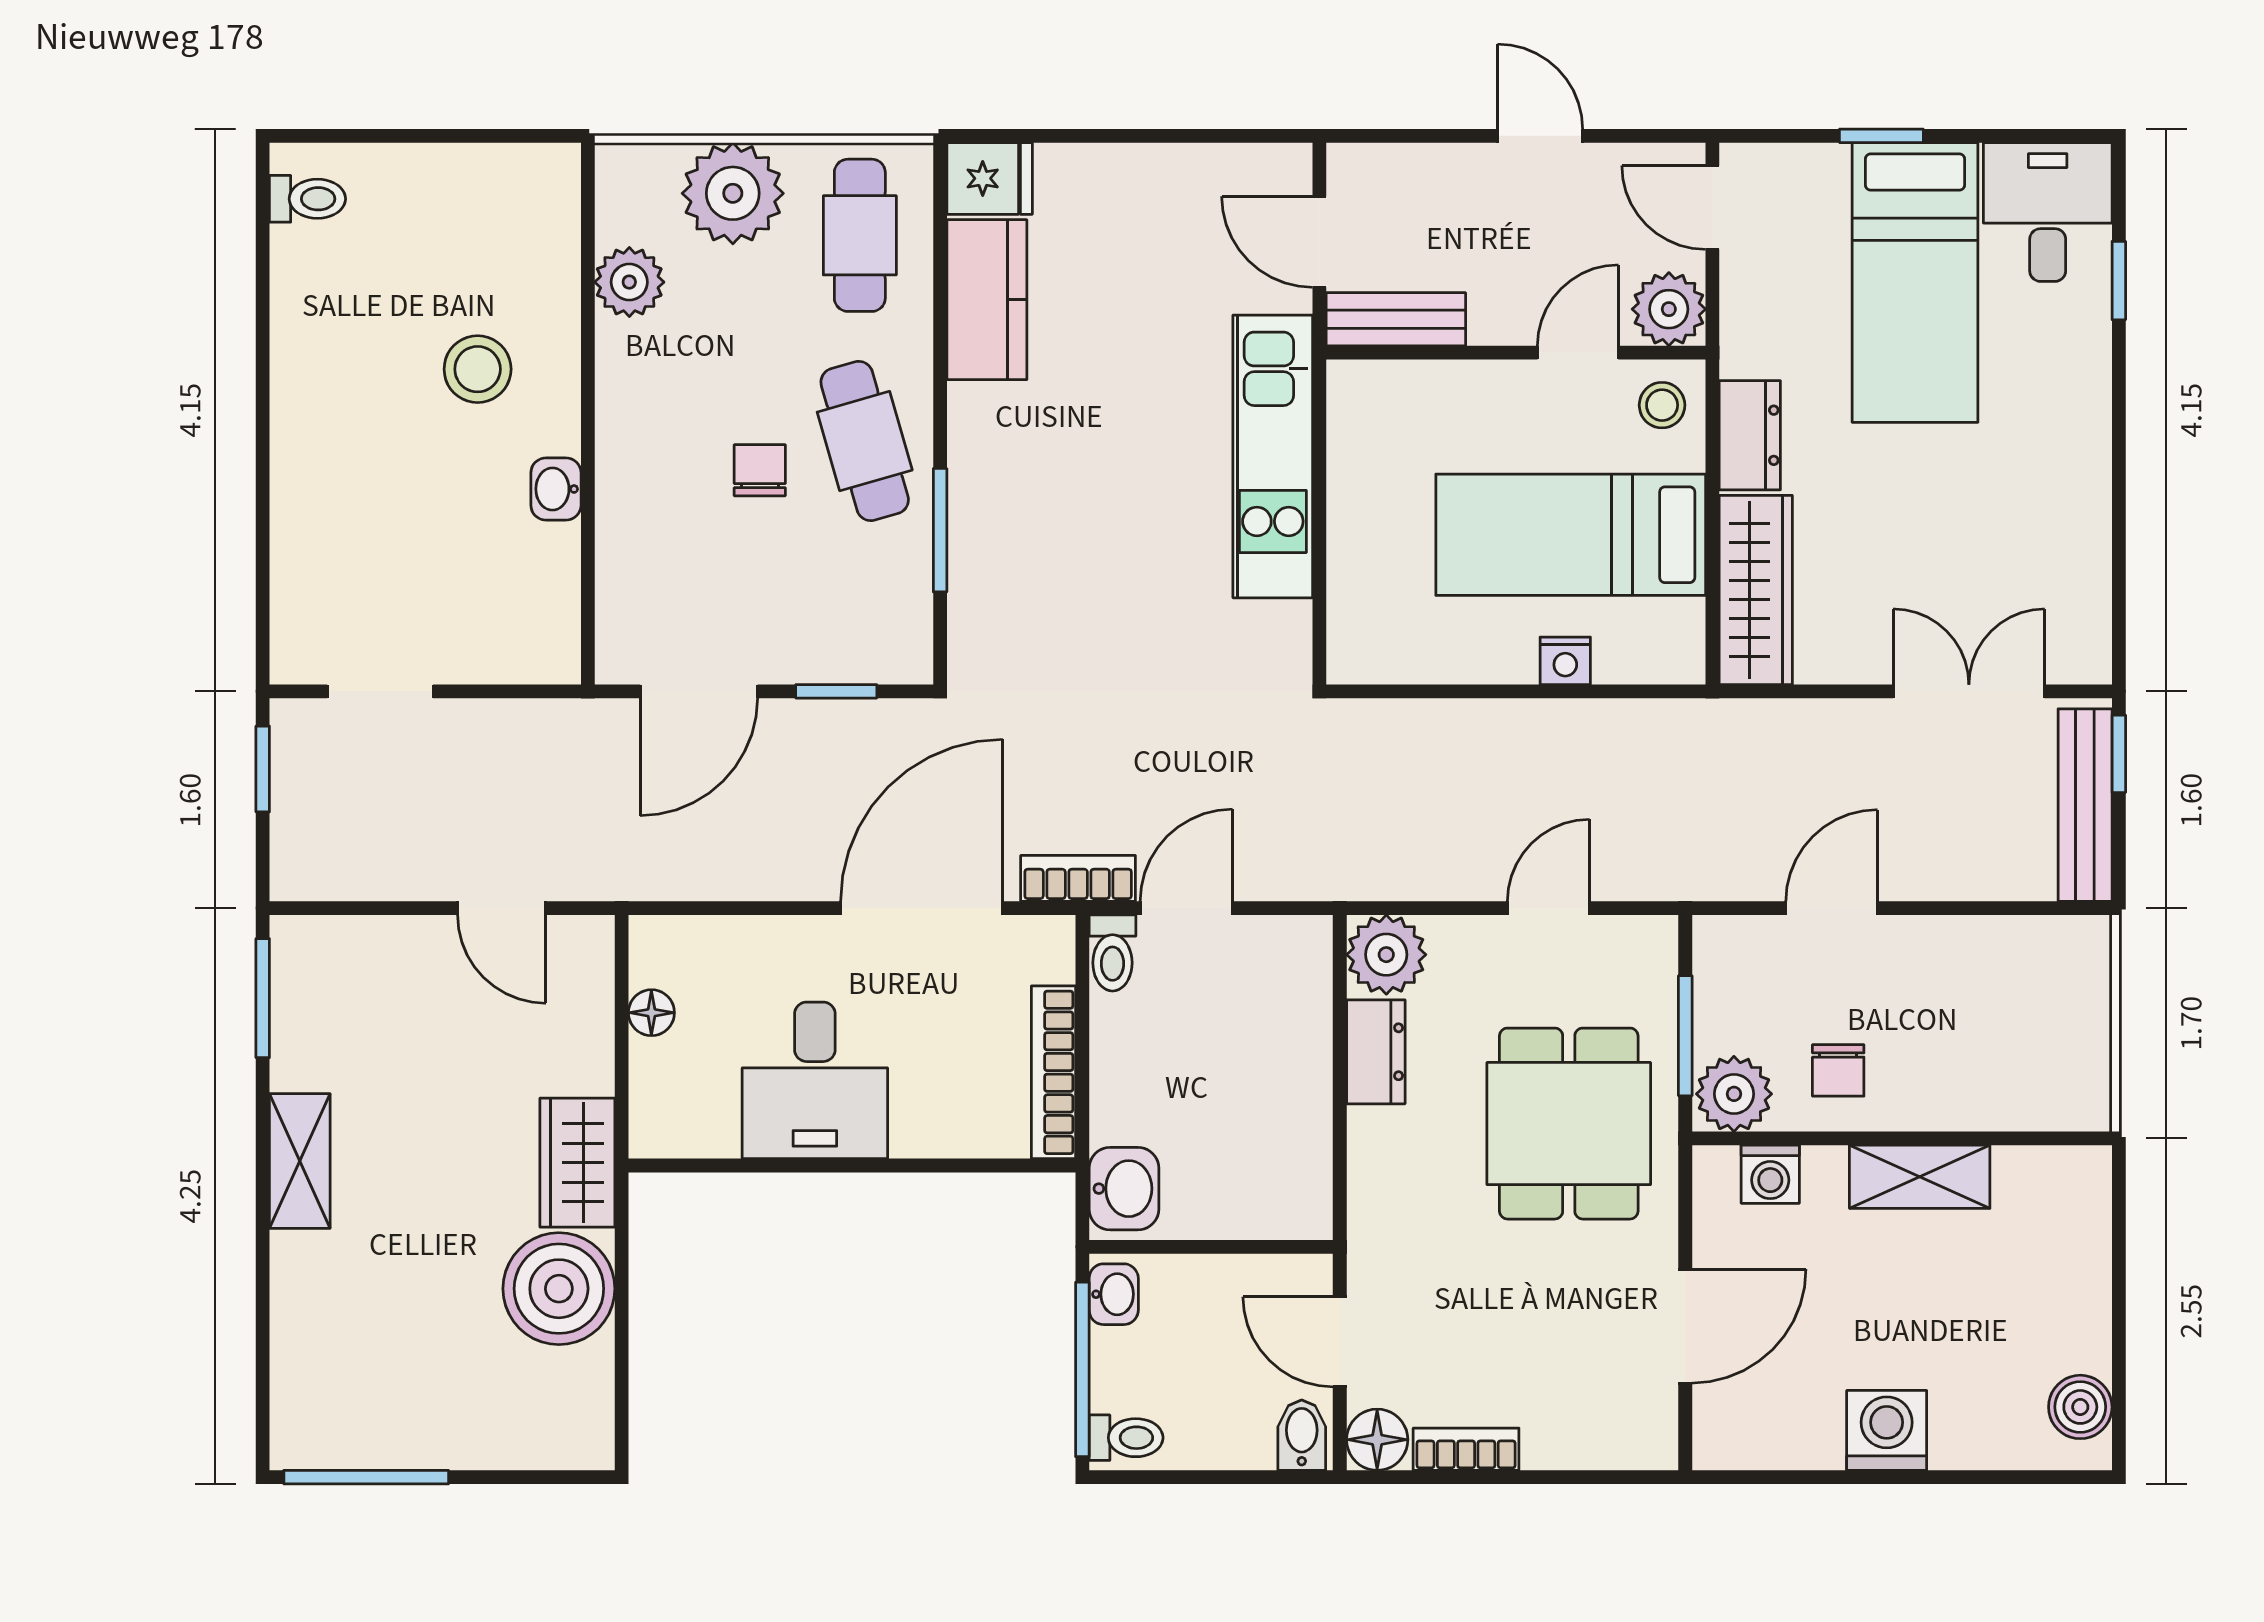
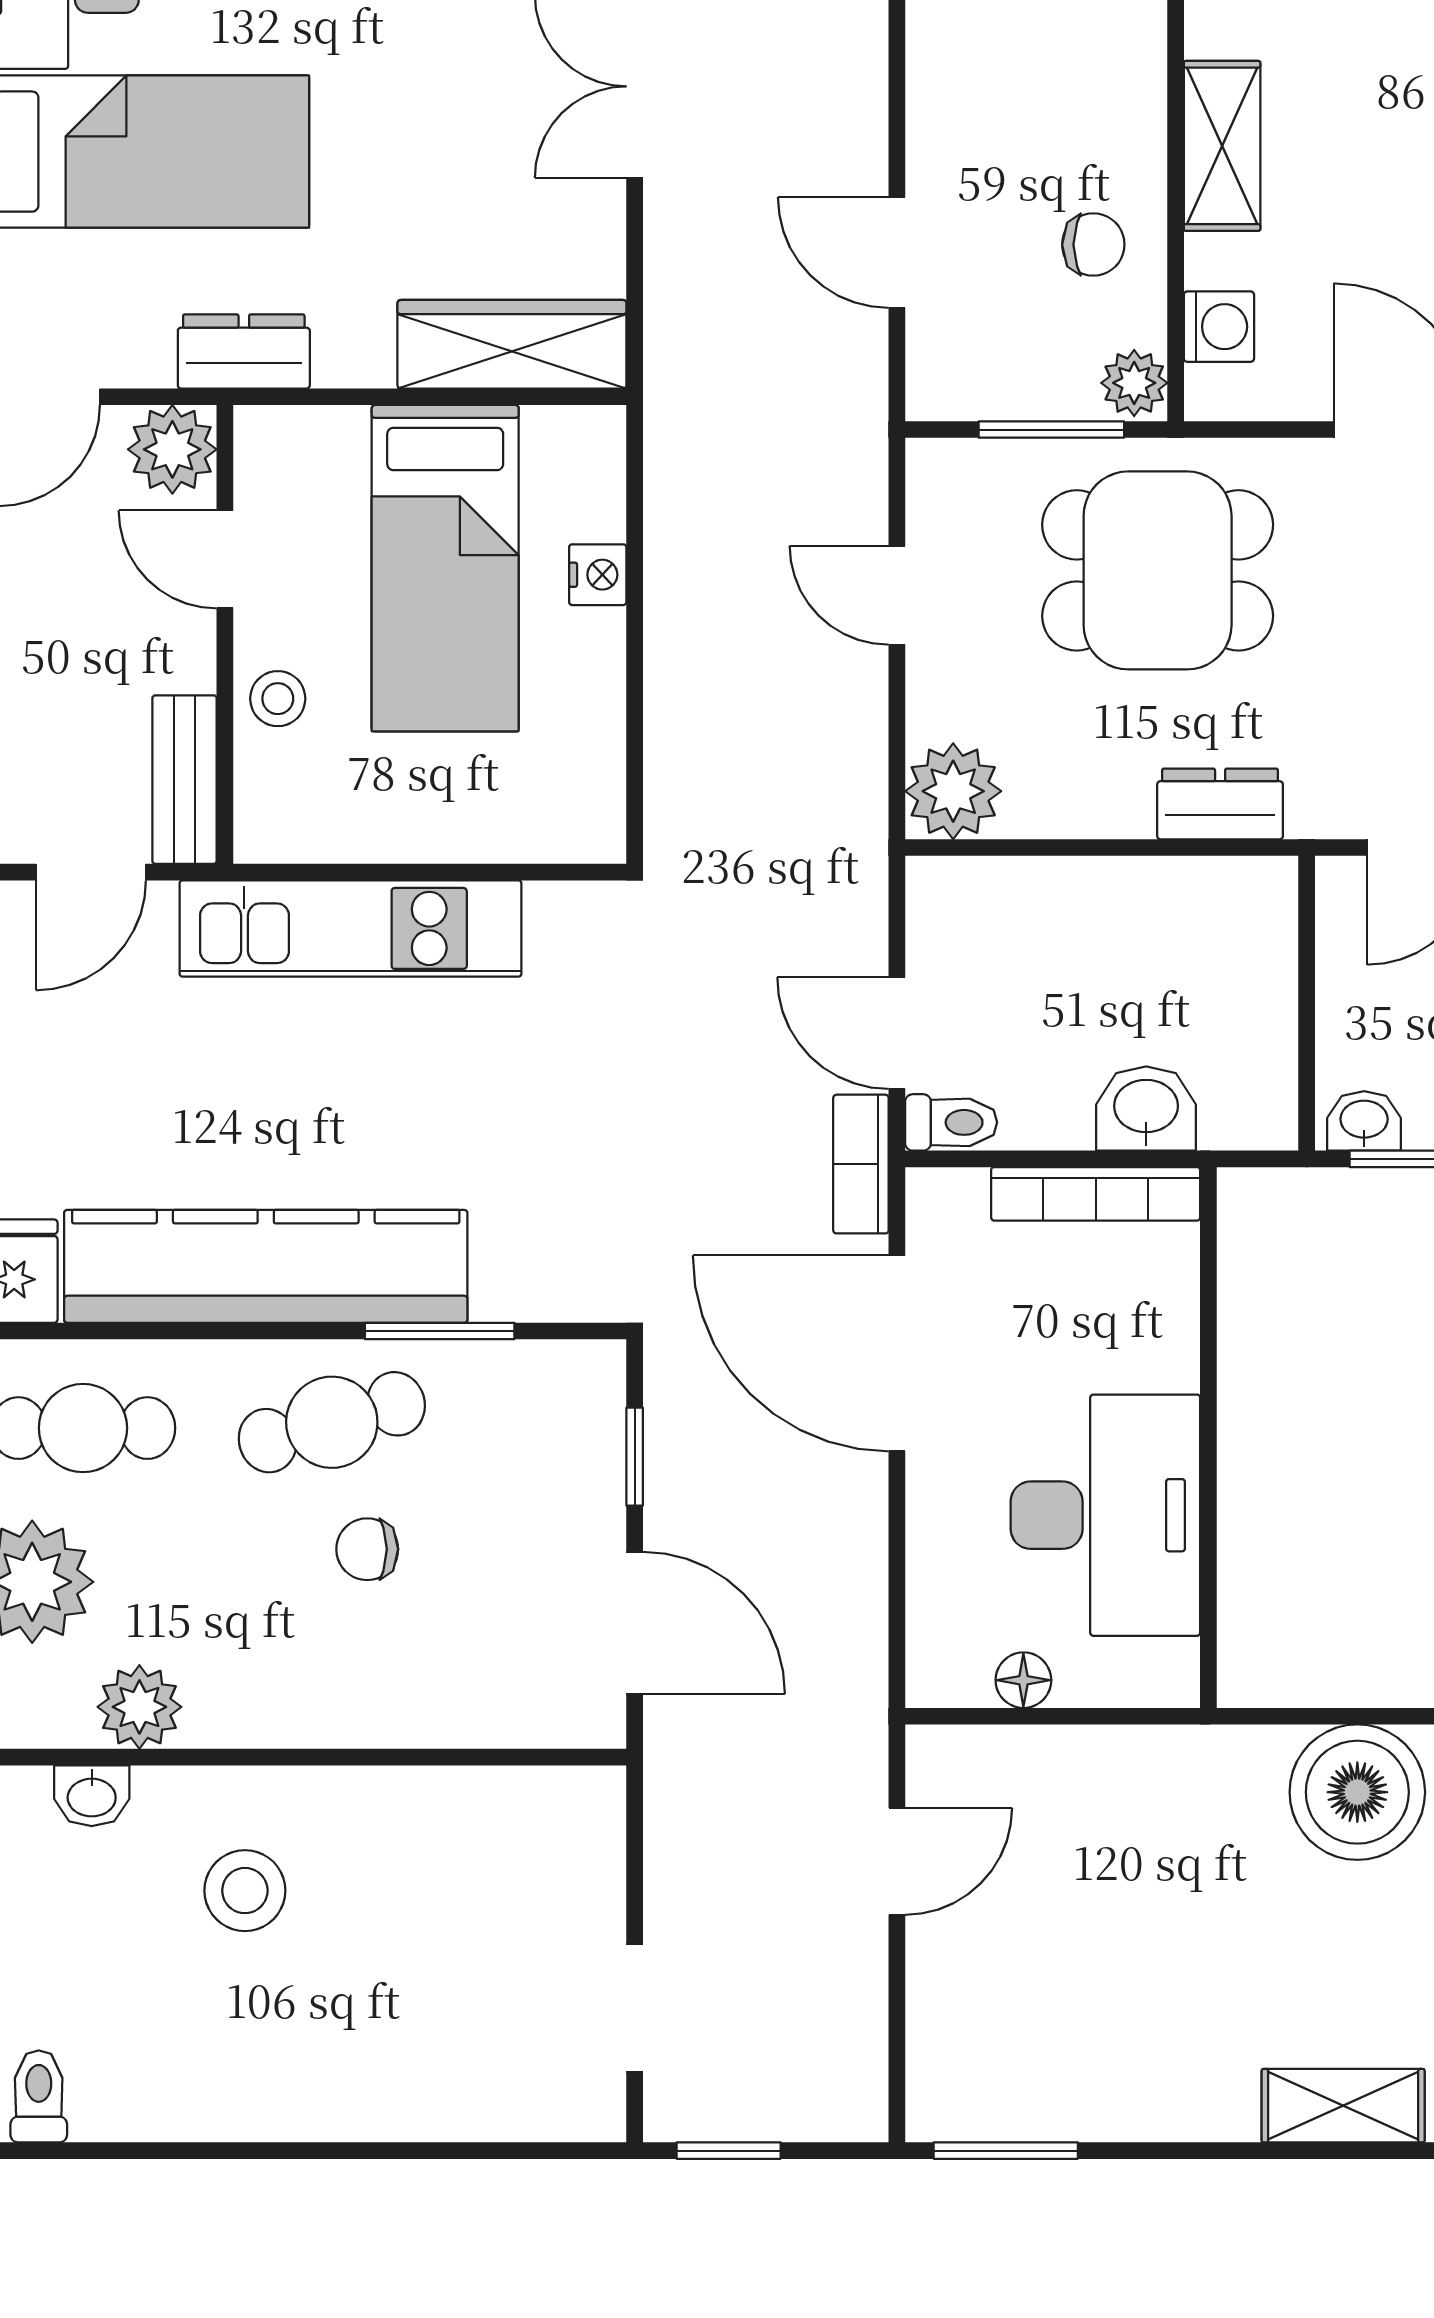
kitchen counter: (987, 300) -> (266, 1266), width x2.08, depth x1.17
stool: (1662, 405) -> (278, 699), moved
dresser: (1750, 435) -> (244, 351), moved
washbasin: (556, 489) -> (92, 1796), moved
dresser: (1376, 1052) -> (1220, 804), moved
desk: (815, 1080) -> (1105, 1515), width x1.37
plant: (1734, 1094) -> (1134, 383), width x0.73, depth x0.73
shelving: (300, 1161) -> (1343, 2106), moved
wardrobe: (577, 1163) -> (1205, 1770), removed
washbasin: (1124, 1189) -> (1146, 1109), moved

